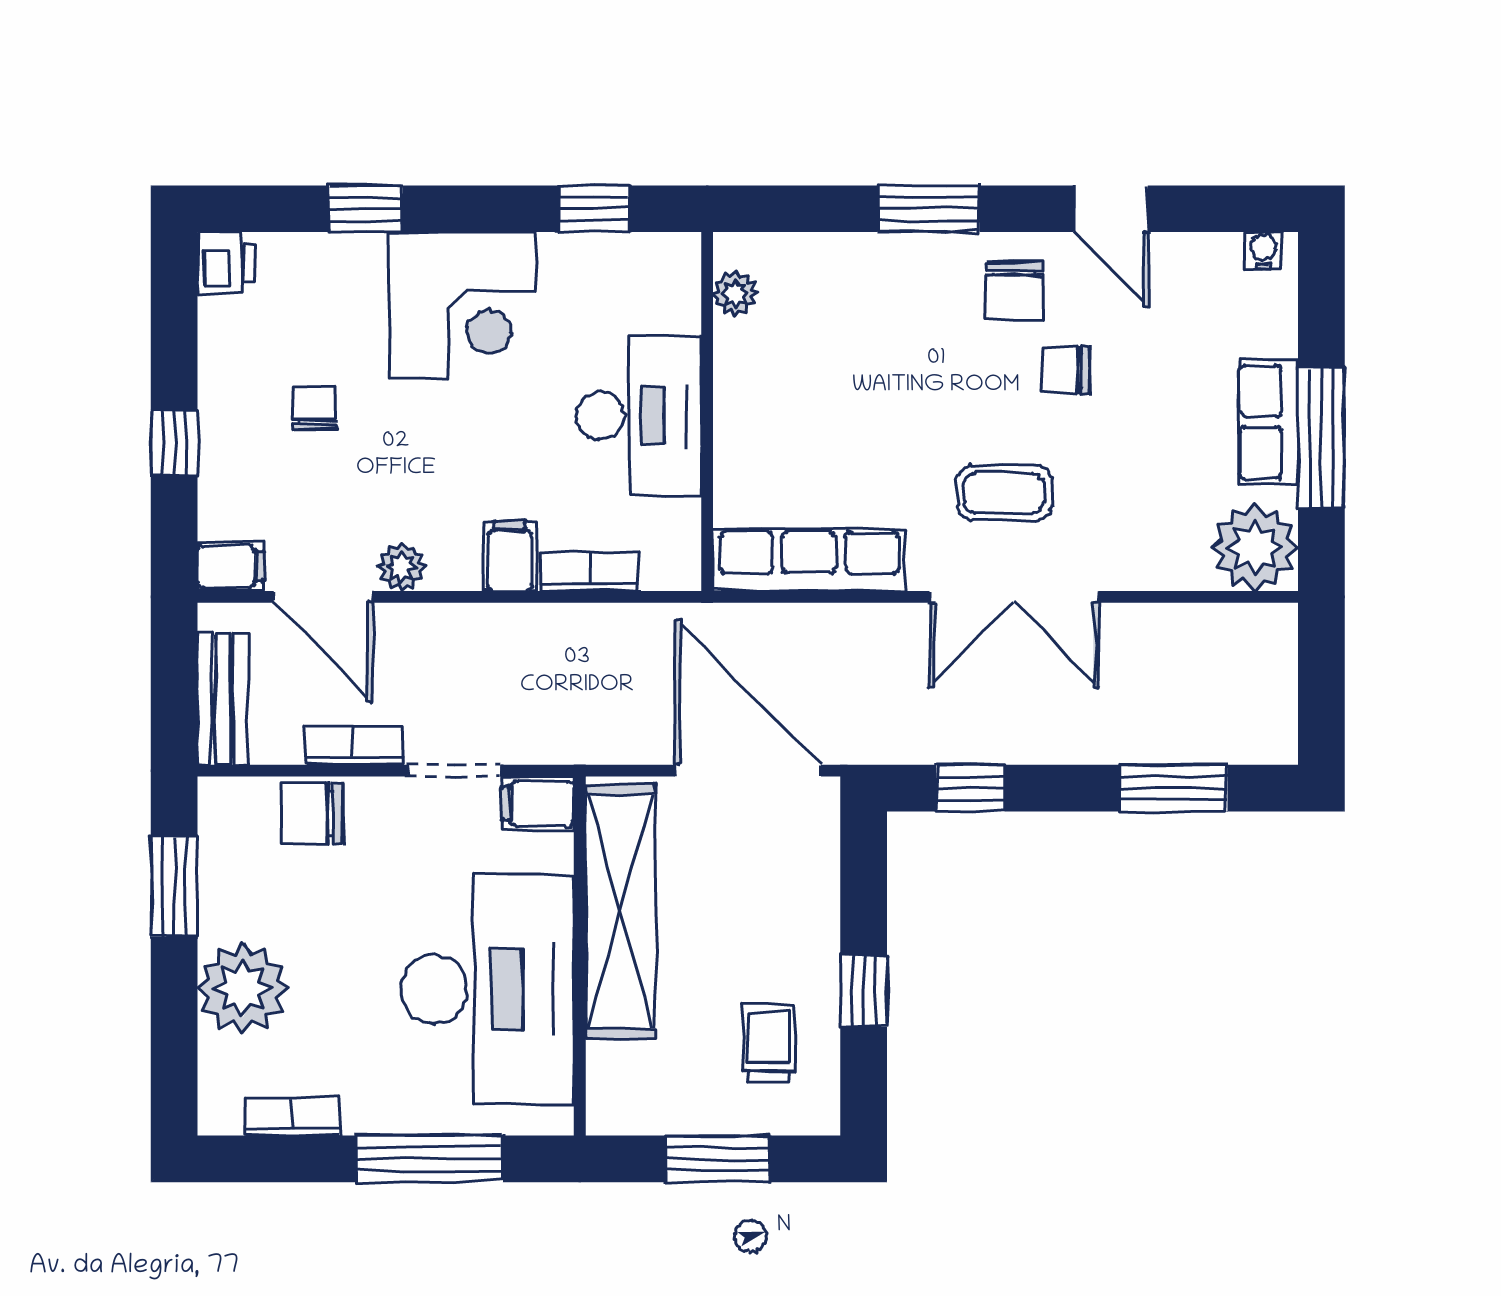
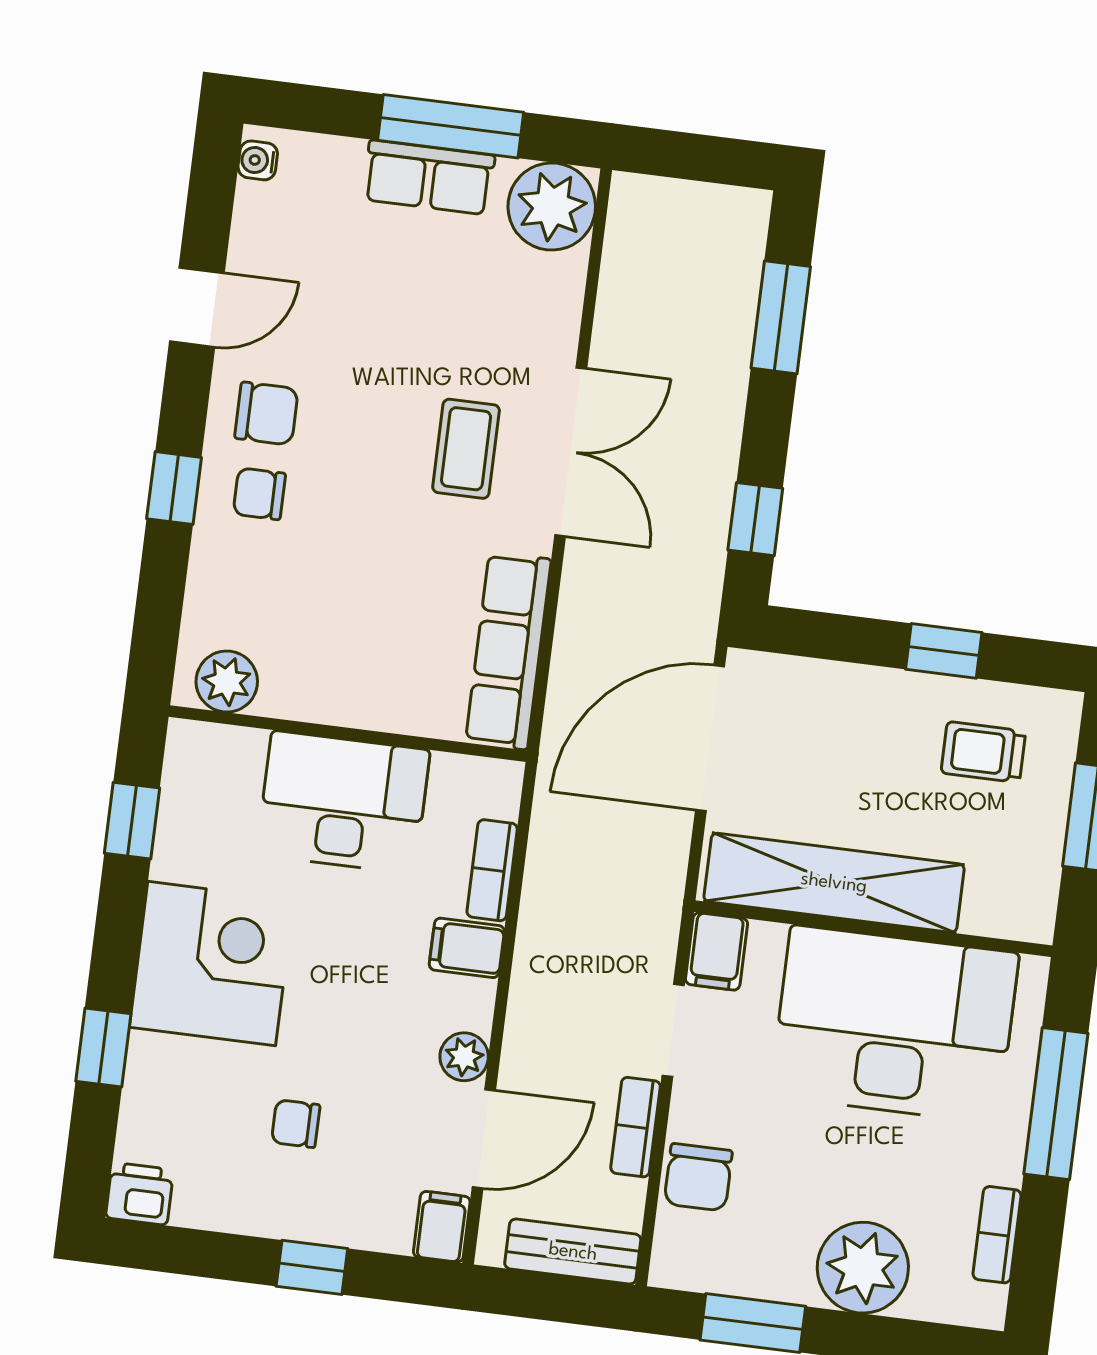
window: (929, 209) -> (174, 488), width x0.67
plant: (735, 293) -> (227, 682), width x1.38, depth x1.38
chair: (1066, 370) -> (259, 494), moved, turned 90

